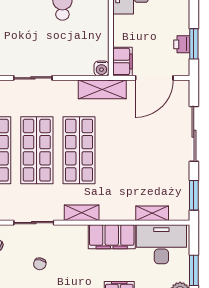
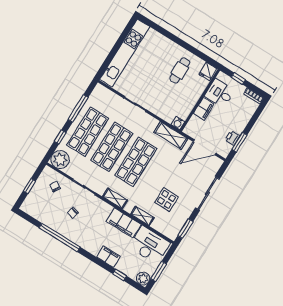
filing cabinet: (123, 61) -> (204, 109), moved
display table: (147, 174) -> (166, 199), added
shelving: (152, 213) -> (142, 216), moved

